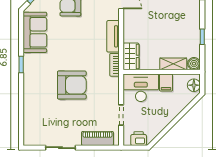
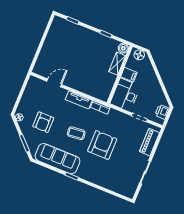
sofa: (35, 32) -> (58, 159), width x1.36
coffee table: (73, 49) -> (76, 133), added
wardrobe: (131, 56) -> (99, 93), removed

